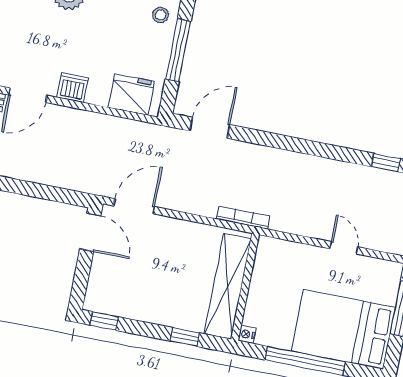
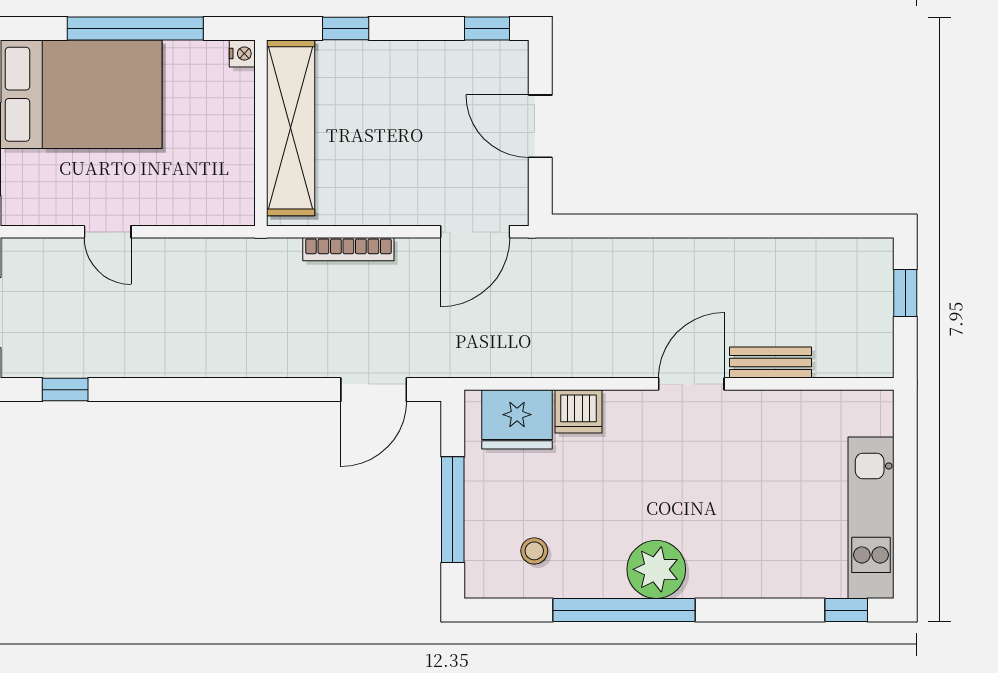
stool: (160, 15) -> (534, 551), moved
dishwasher: (73, 88) -> (578, 411), moved
bookcase: (243, 218) -> (348, 249), moved
door: (90, 232) -> (540, 126), moved

